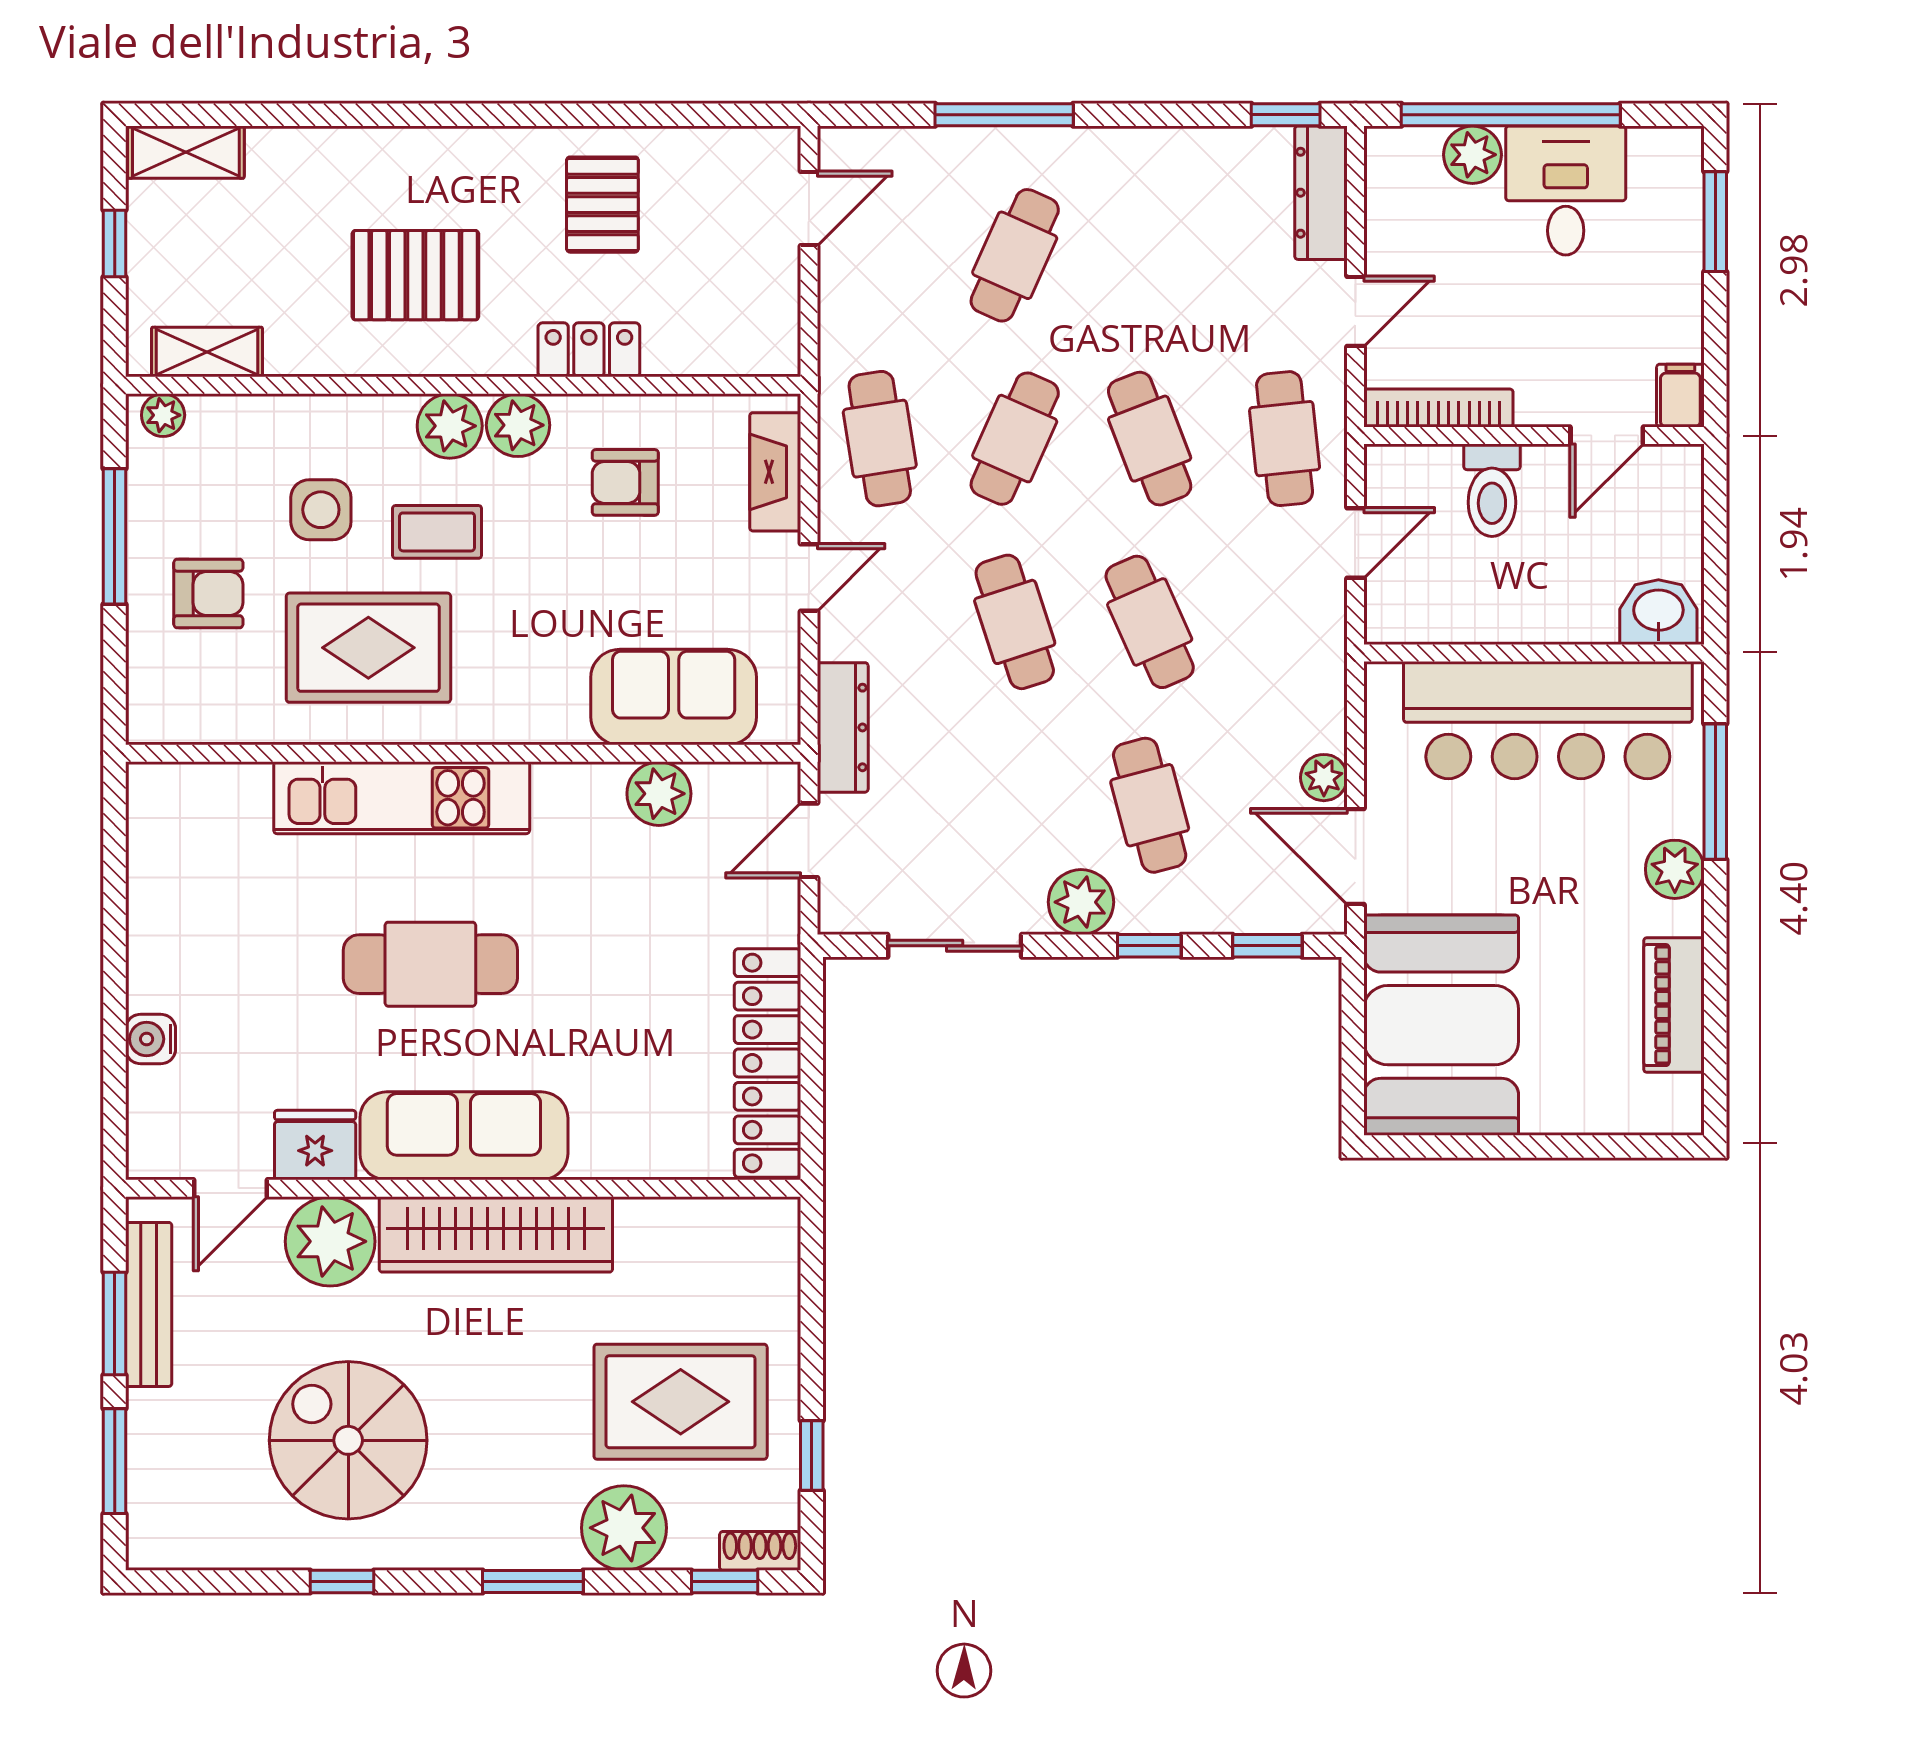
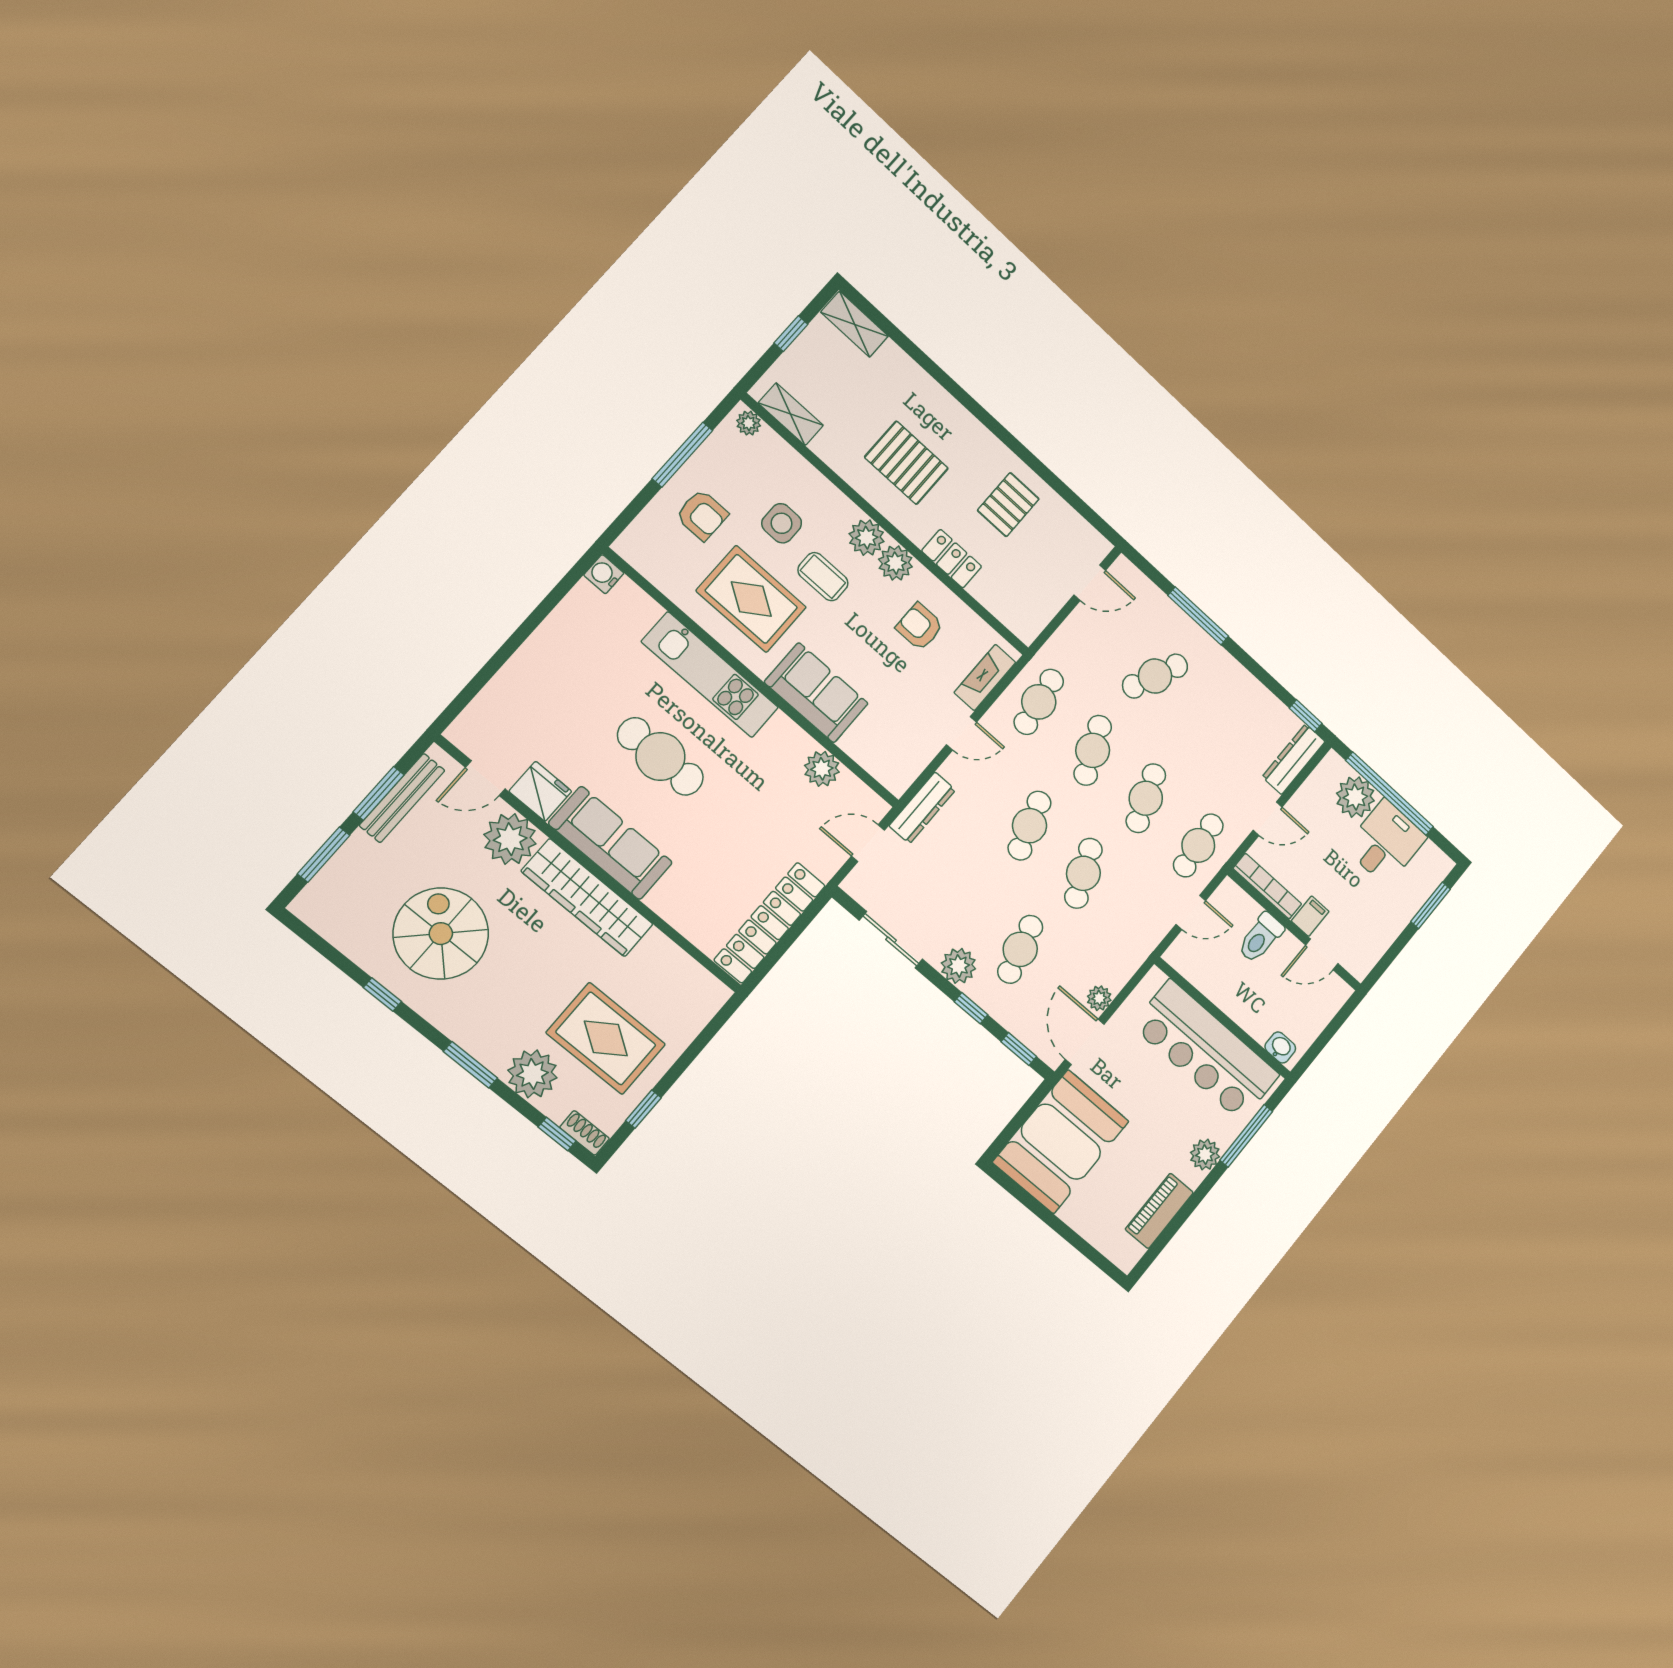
plant: (1472, 155) -> (1355, 797), width x1.36, depth x1.36
filing cabinet: (1680, 396) -> (1310, 916), moved
cafe table: (1015, 439) -> (1093, 750), turned -48
washbasin: (1658, 612) -> (1280, 1047), width x0.72, depth x0.69
sofa: (674, 697) -> (816, 693), moved
water cooler: (151, 1039) -> (604, 574), moved

